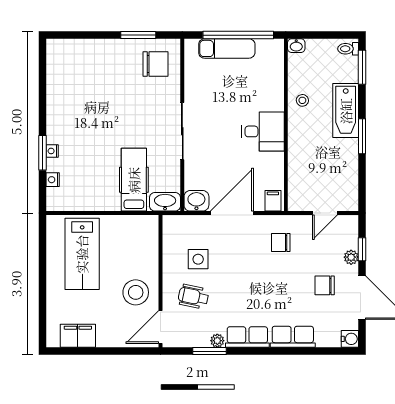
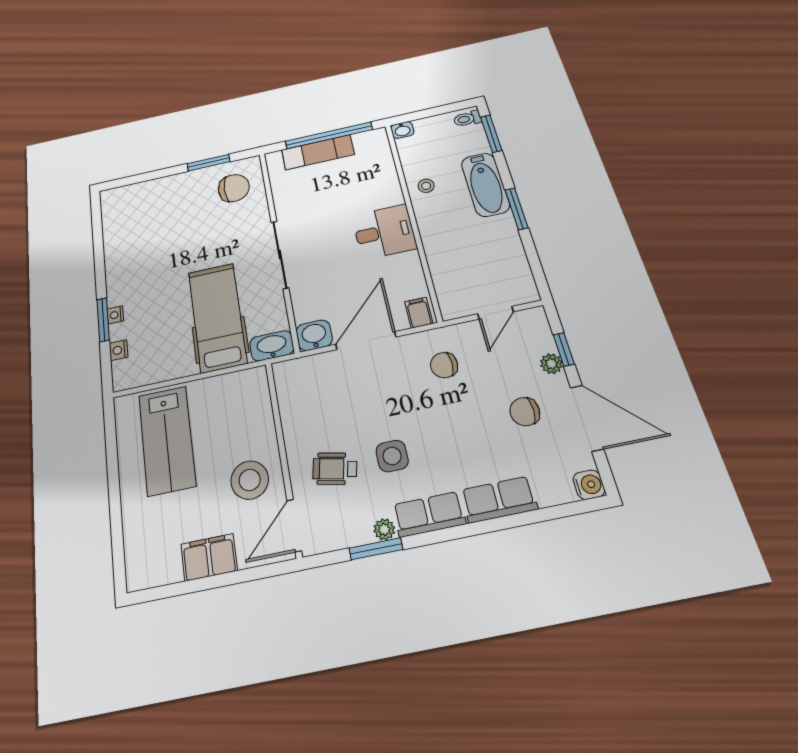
hospital bed: (134, 180) -> (217, 317), width x1.37, depth x1.29
side table: (198, 259) -> (392, 456), moved
filing cabinet: (78, 336) -> (209, 557), moved

